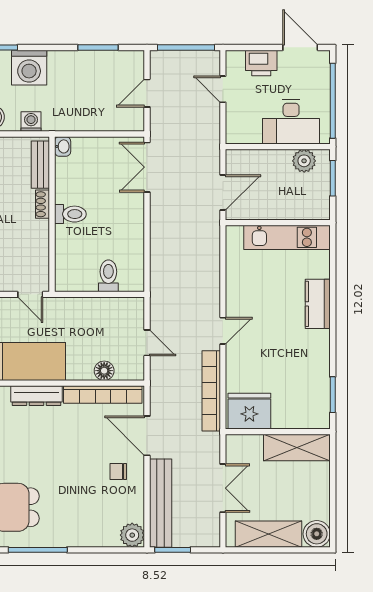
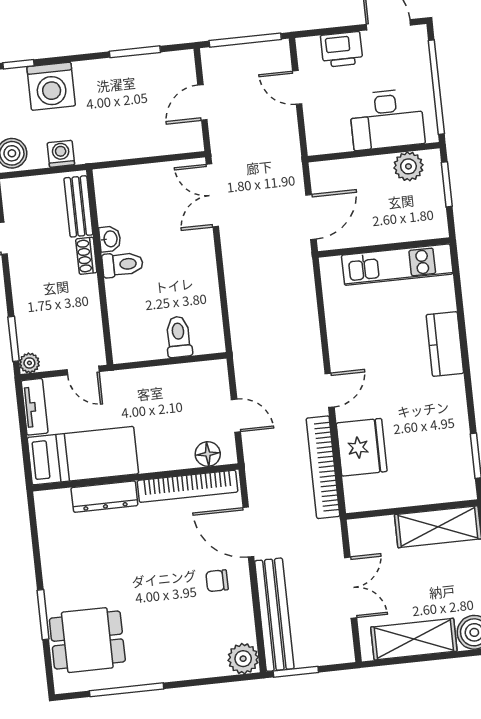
washbasin: (63, 146) -> (110, 239), moved
floor lamp: (104, 371) -> (208, 454), moved
fridge: (249, 411) -> (362, 447), moved, turned 90

